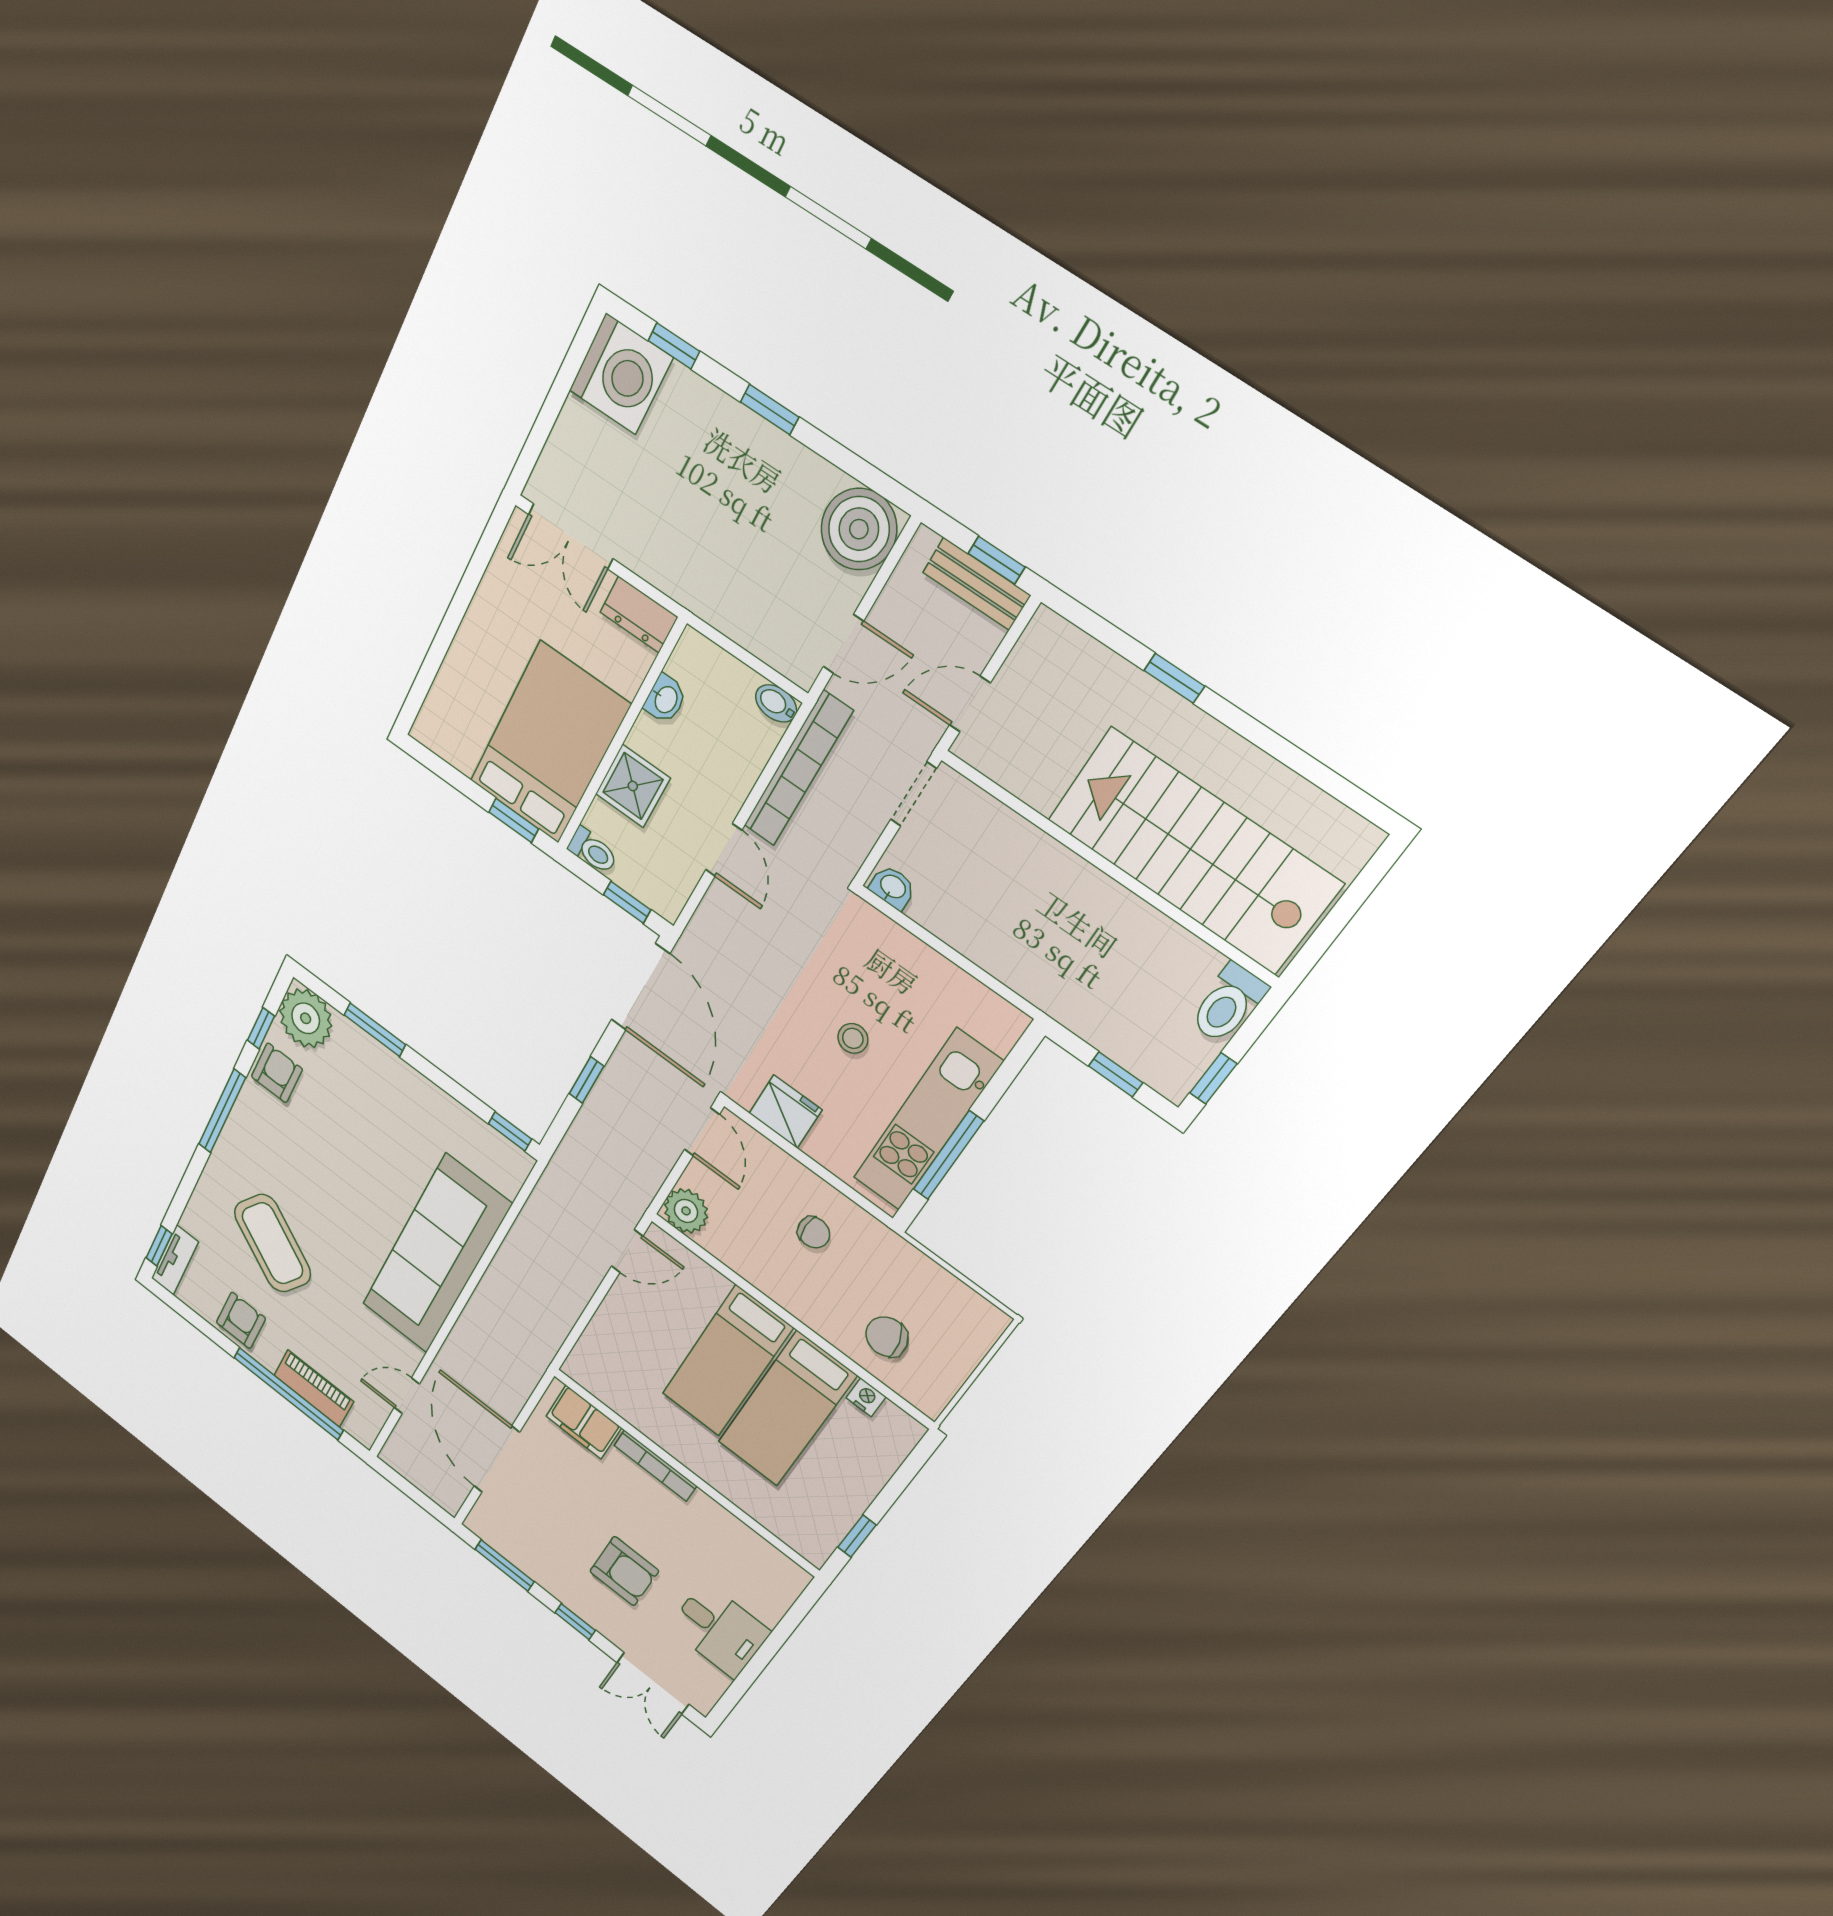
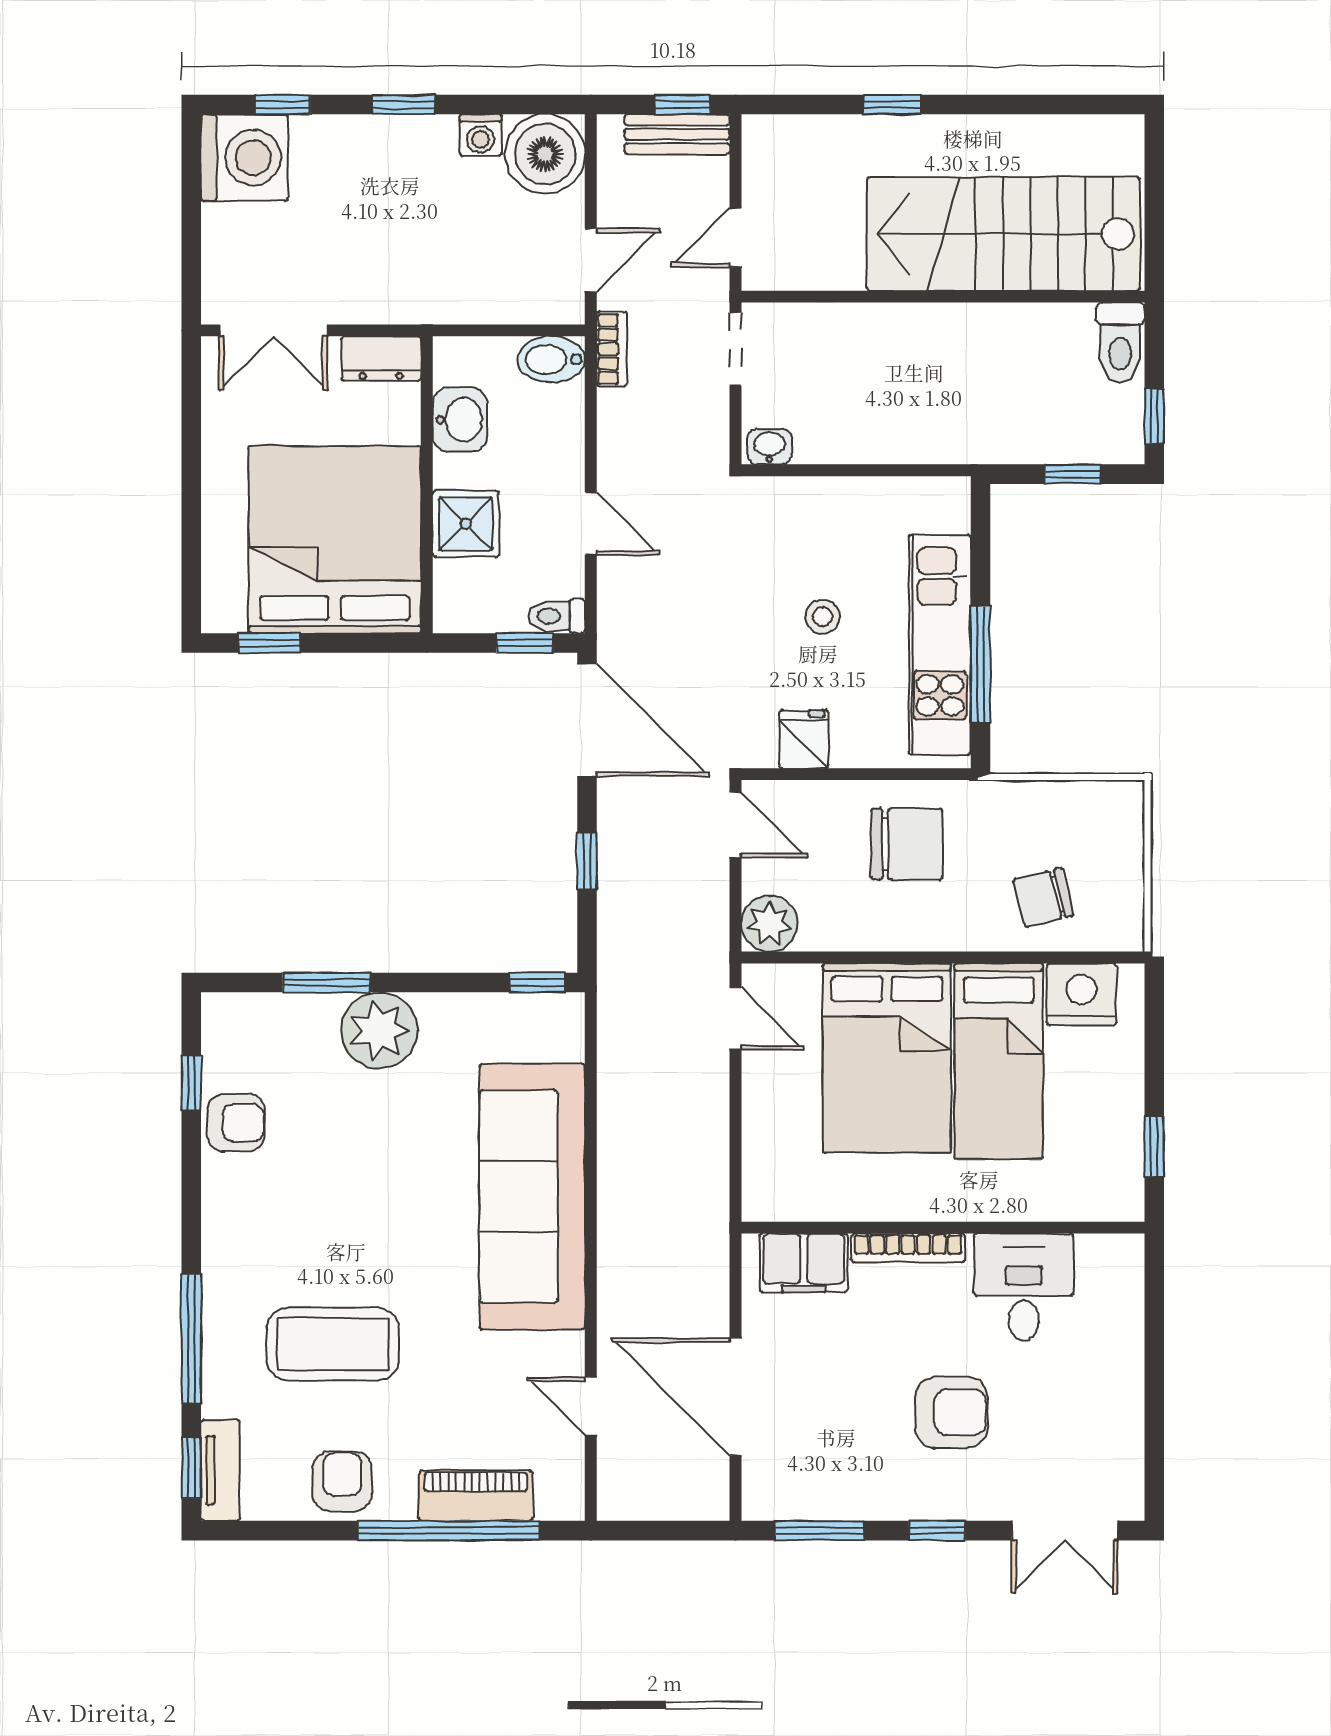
washing machine: (816, 478) -> (481, 135), added
washbasin: (665, 699) -> (460, 420), width x1.38, depth x1.45
bidet: (776, 703) -> (551, 359), width x1.38, depth x1.36
bed: (549, 743) -> (335, 540), width x1.36
bookcase: (798, 769) -> (612, 349), width x0.43, depth x0.76
window: (514, 820) -> (269, 643), moved
toilet: (593, 851) -> (557, 616), moved, turned 180
plant: (306, 1018) -> (379, 1030), moved
armchair: (277, 1073) -> (236, 1123), turned 90
window: (222, 1111) -> (191, 1339), moved
fridge: (785, 1112) -> (804, 739), width x0.72
chair: (814, 1232) -> (907, 844), width x1.87, depth x1.87
coffee table: (272, 1243) -> (333, 1344), turned -32
door: (627, 1251) -> (736, 1019), hinge flipped
bed: (727, 1361) -> (887, 1058), width x1.50
door: (407, 1396) -> (591, 1406), hinge flipped
nightstand: (866, 1397) -> (1081, 994), width x1.89, depth x1.79
desk: (719, 1630) -> (1024, 1287), moved, turned -90

